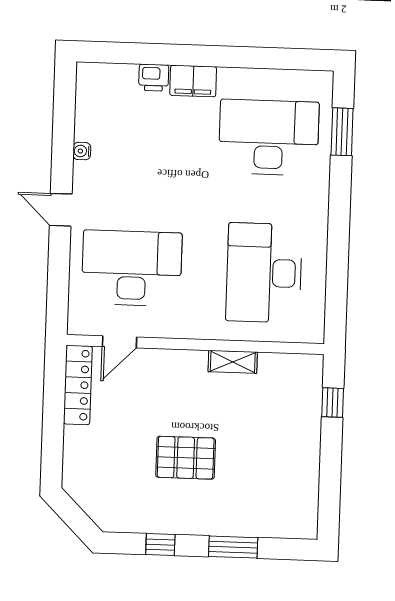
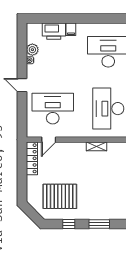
printer: (154, 78) -> (54, 31), width x1.87, depth x1.48
filing cabinet: (193, 81) -> (71, 29), width x0.50
plant: (88, 126) -> (32, 50), added
pallet: (186, 458) -> (60, 196), moved, width x1.37, depth x1.41

